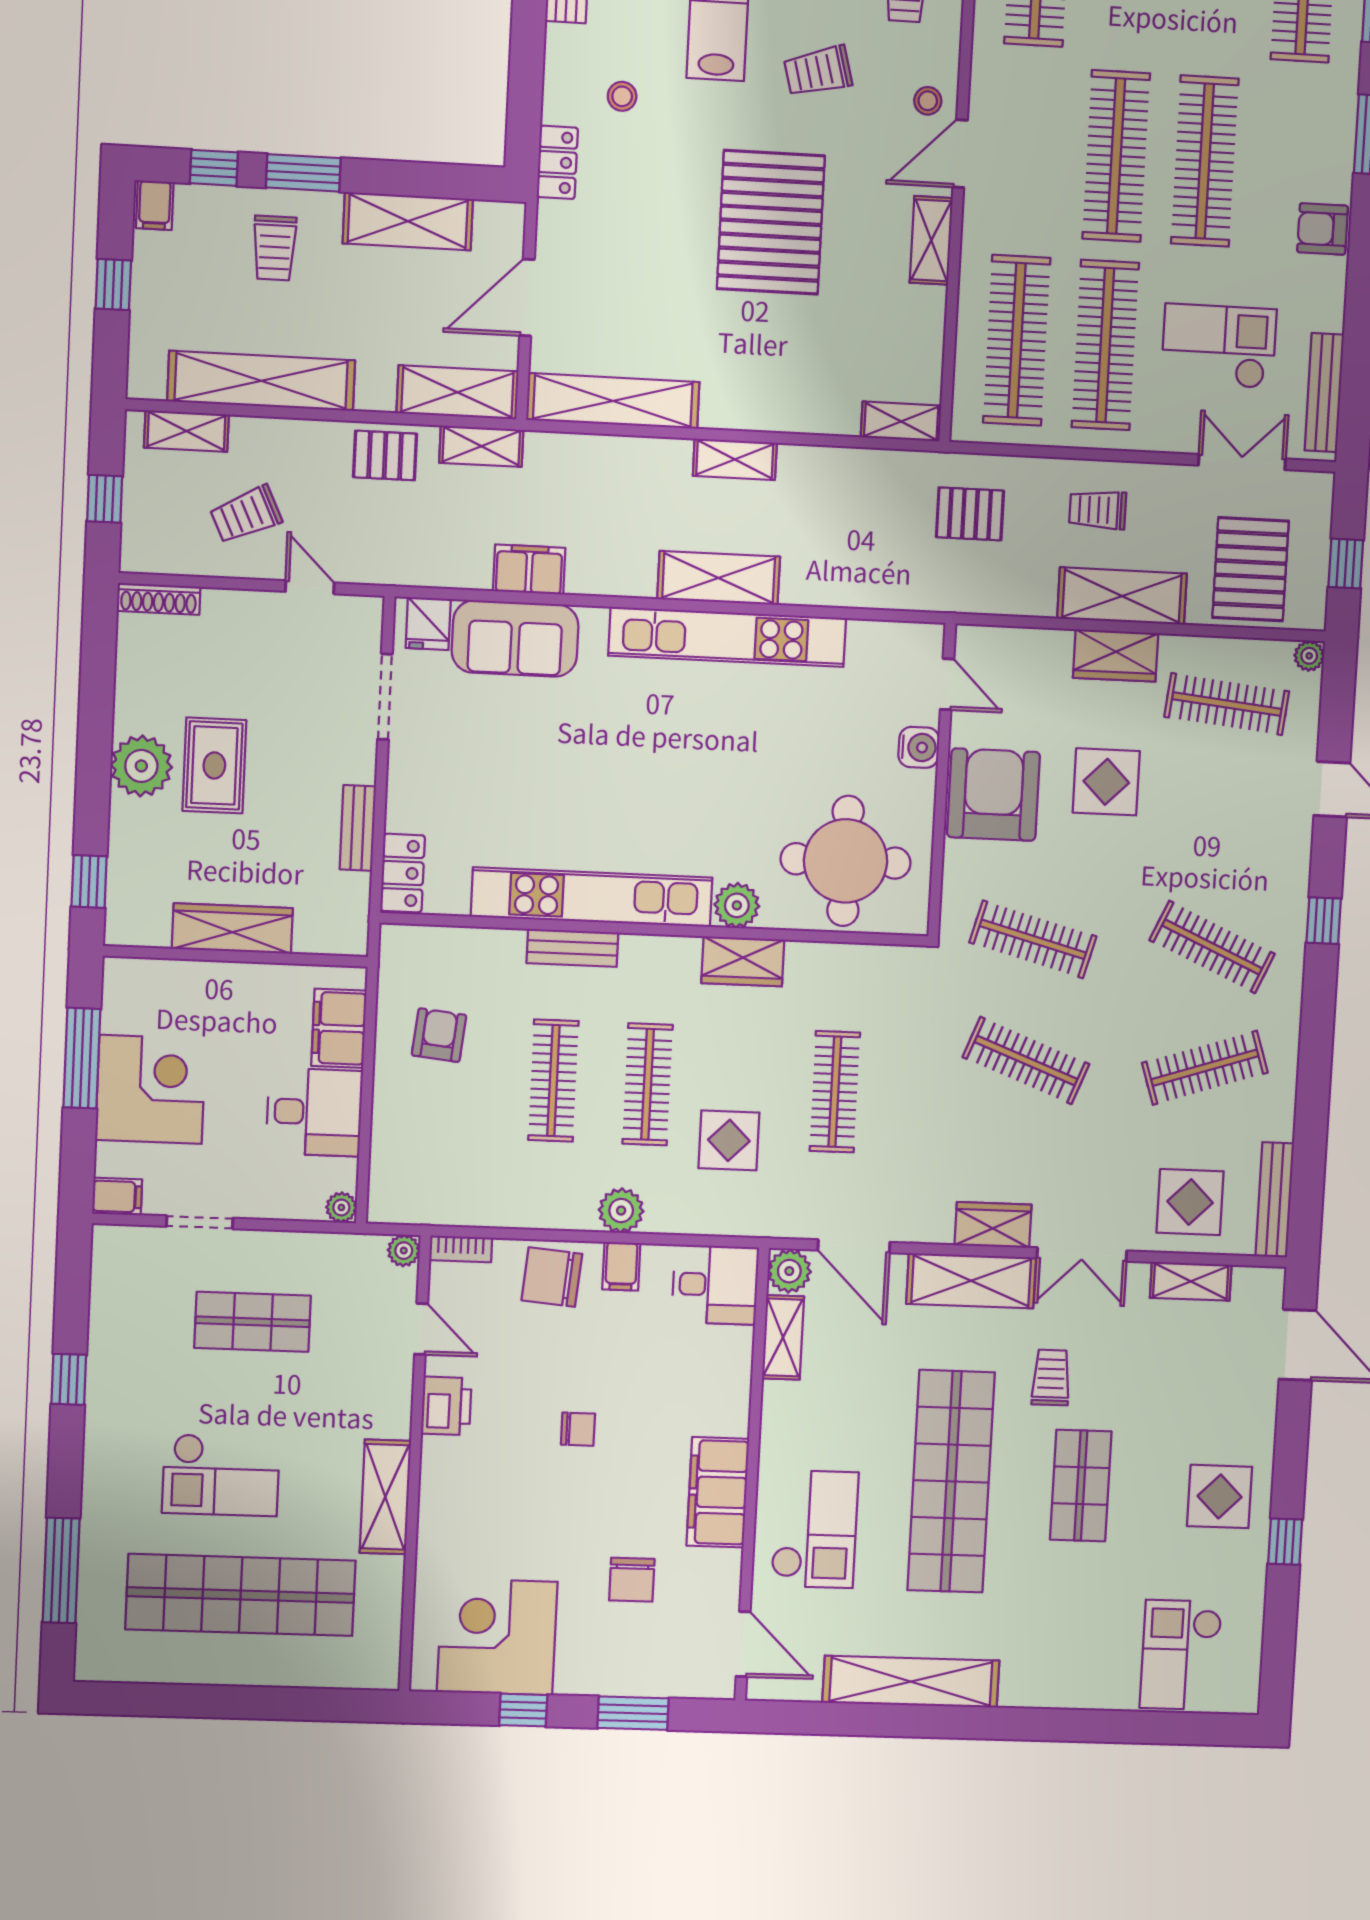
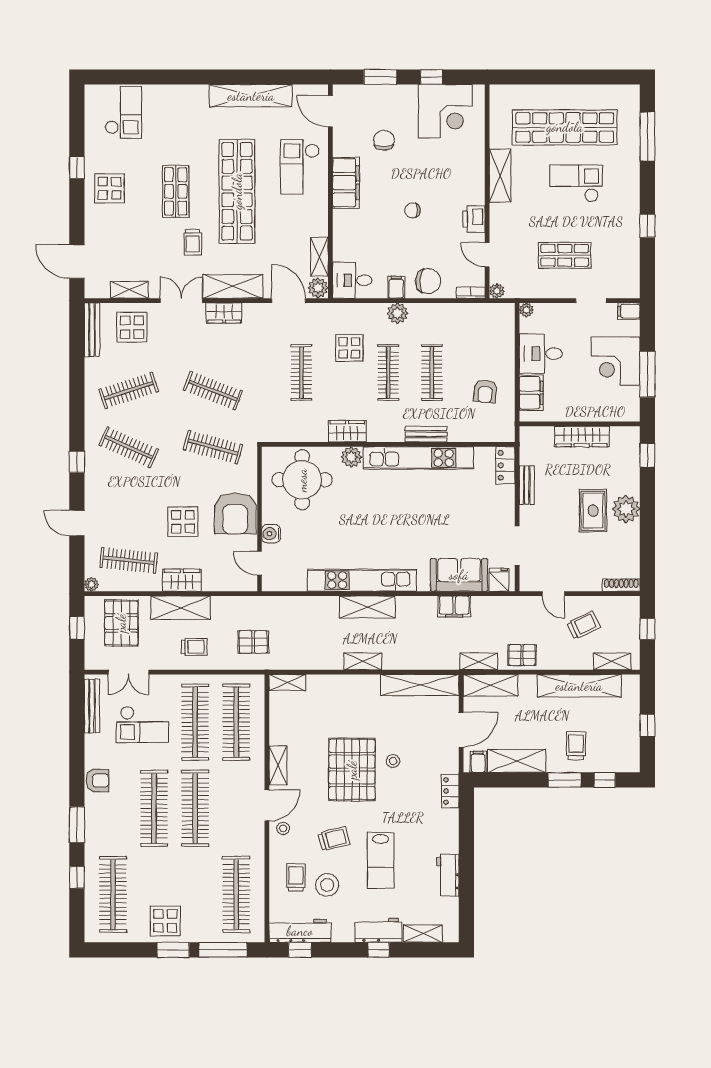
stool: (622, 96) -> (393, 761), moved
filing cabinet: (155, 205) -> (478, 762), moved

